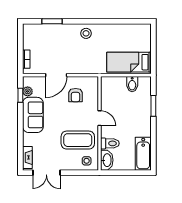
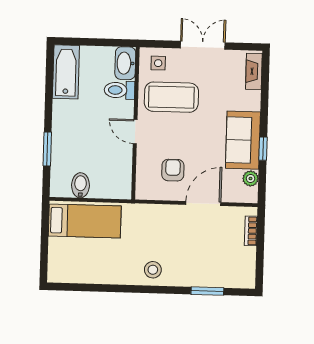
window: (20, 95) -> (263, 149), moved
double door: (46, 173) -> (203, 45), moved

